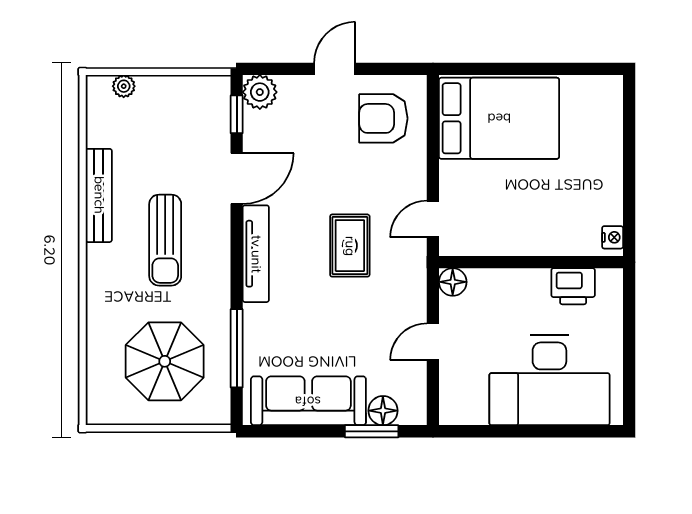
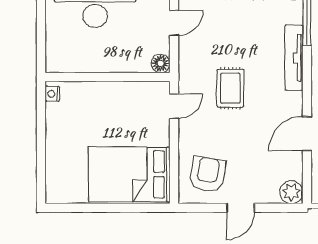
window: (237, 114) -> (307, 177), removed
armchair: (383, 118) -> (208, 174), turned -81
tv unit: (256, 254) -> (294, 58), moved
printer: (573, 286) -> (79, 61), removed

